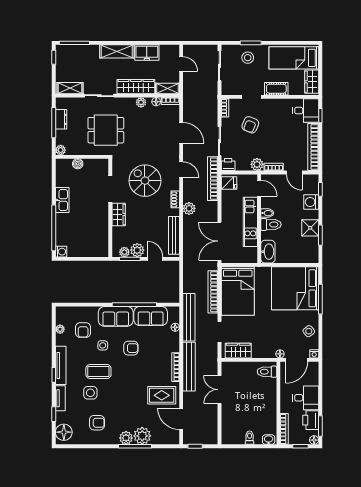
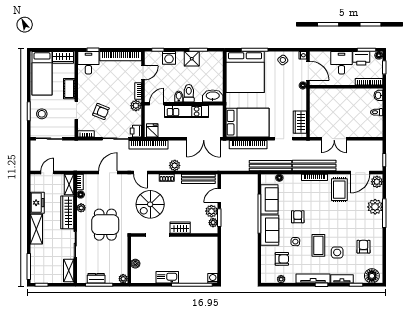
dining table: (106, 130) -> (105, 225), moved
door: (181, 170) -> (140, 173), swing flipped
toilet: (267, 372) -> (319, 97), removed
plant: (126, 438) -> (377, 182), moved

